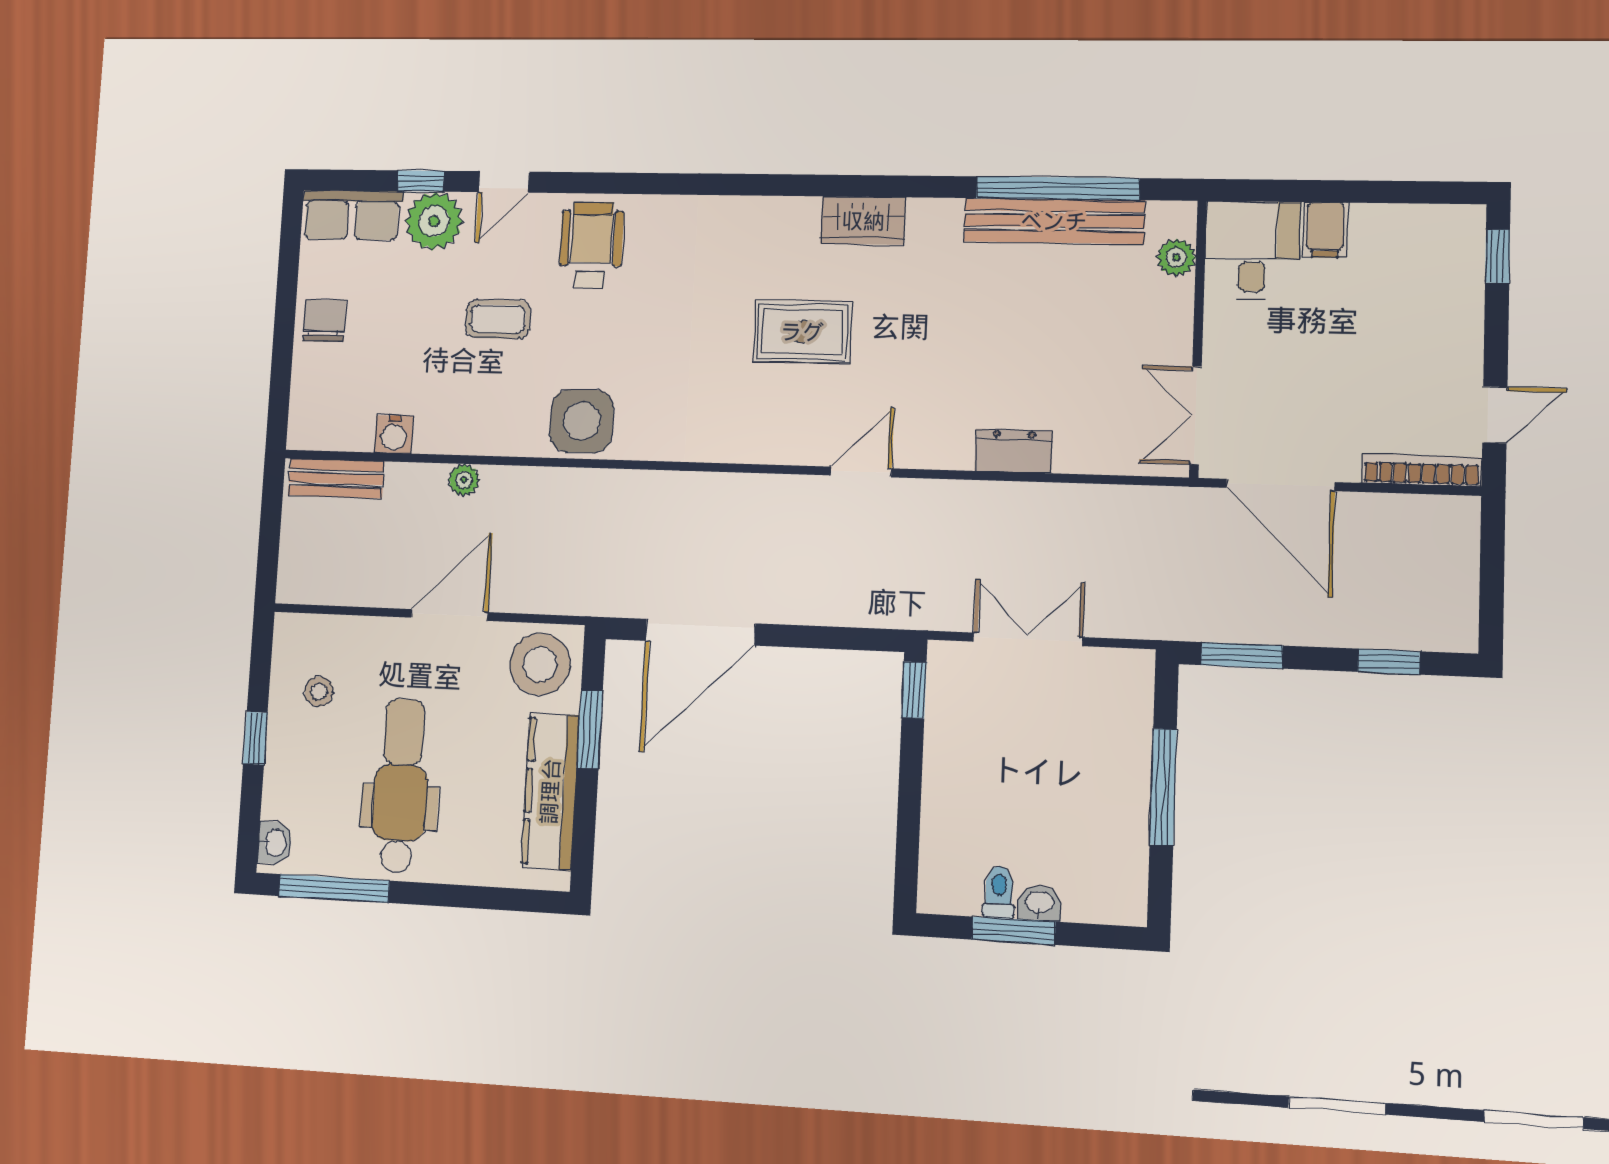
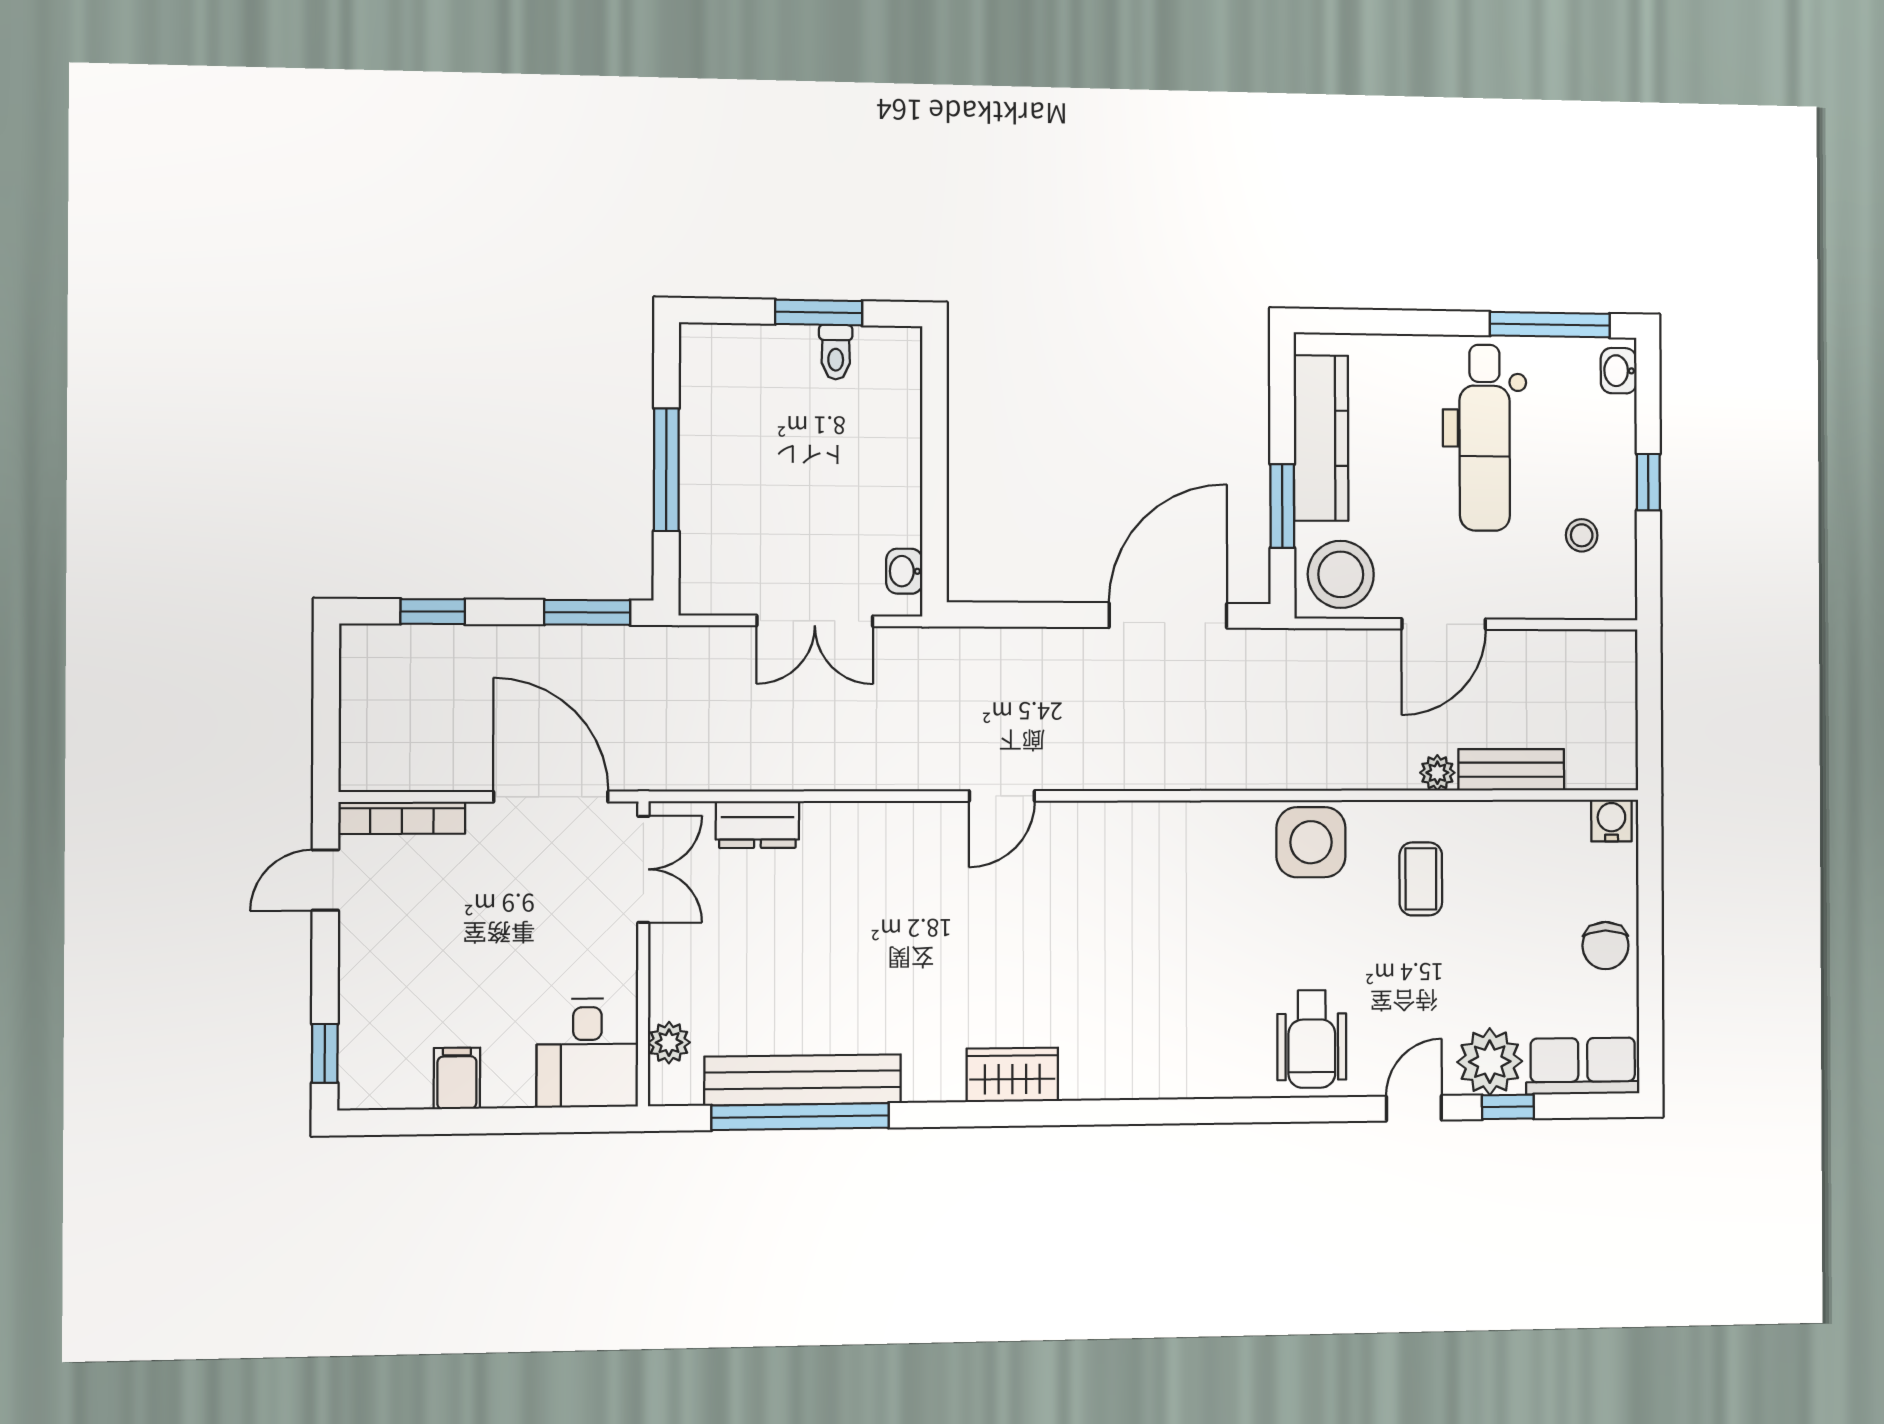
filing cabinet: (1325, 230) -> (457, 1078), moved
coffee table: (498, 319) -> (1421, 879), moved, turned 90
rug: (802, 332) -> (1073, 949), removed
water cooler: (394, 434) -> (1611, 821), moved
dresser: (1014, 451) -> (757, 825), moved
bench: (336, 478) -> (1511, 770), moved
window: (914, 690) -> (934, 562), removed
washbasin: (1039, 903) -> (904, 571), moved, turned 90

